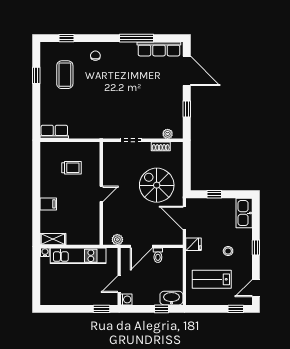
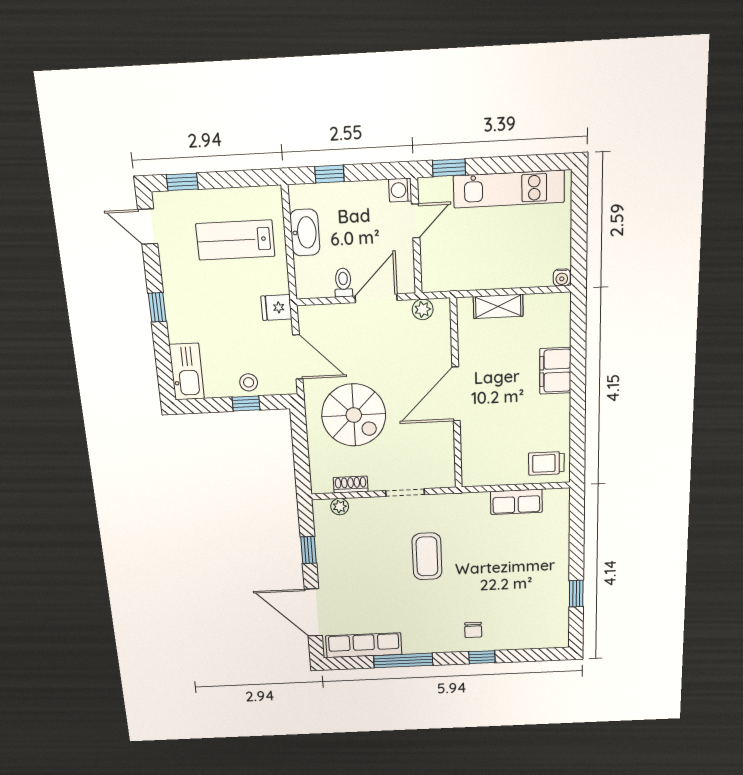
window: (67, 38) -> (482, 657), moved
coffee table: (65, 75) -> (427, 556), moved
row of seats: (54, 132) -> (516, 502), moved
trolley: (72, 168) -> (546, 463), moved
door: (101, 194) -> (456, 394), width x1.87
filing cabinet: (48, 204) -> (555, 371), width x2.00
shelving: (53, 239) -> (498, 306), moved
stool: (228, 251) -> (249, 382), moved
kitchen unit: (78, 256) -> (509, 189), moved, turned 180
lab bench: (212, 279) -> (235, 240), turned 180
door: (256, 288) -> (148, 227), swing flipped
washbasin: (171, 298) -> (305, 232), moved, turned -90

